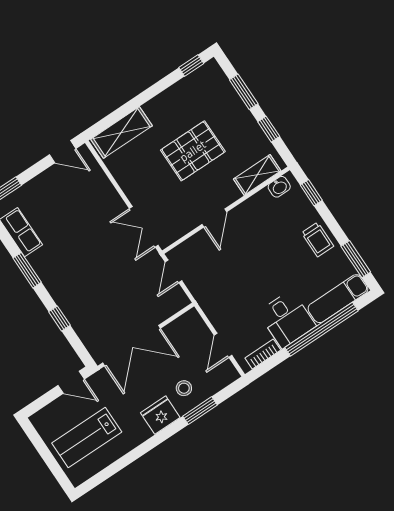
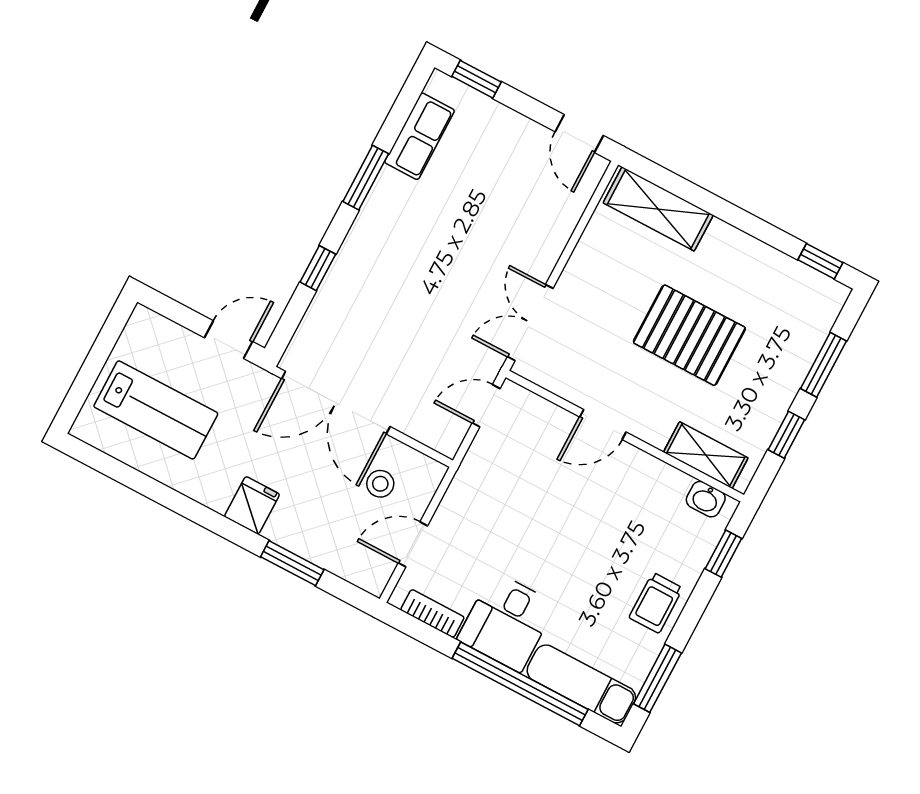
door: (71, 382) -> (228, 340), swing flipped
stool: (184, 388) -> (380, 484), moved
fridge: (160, 415) -> (252, 505), width x0.72
lab bench: (87, 437) -> (156, 410), turned 180

